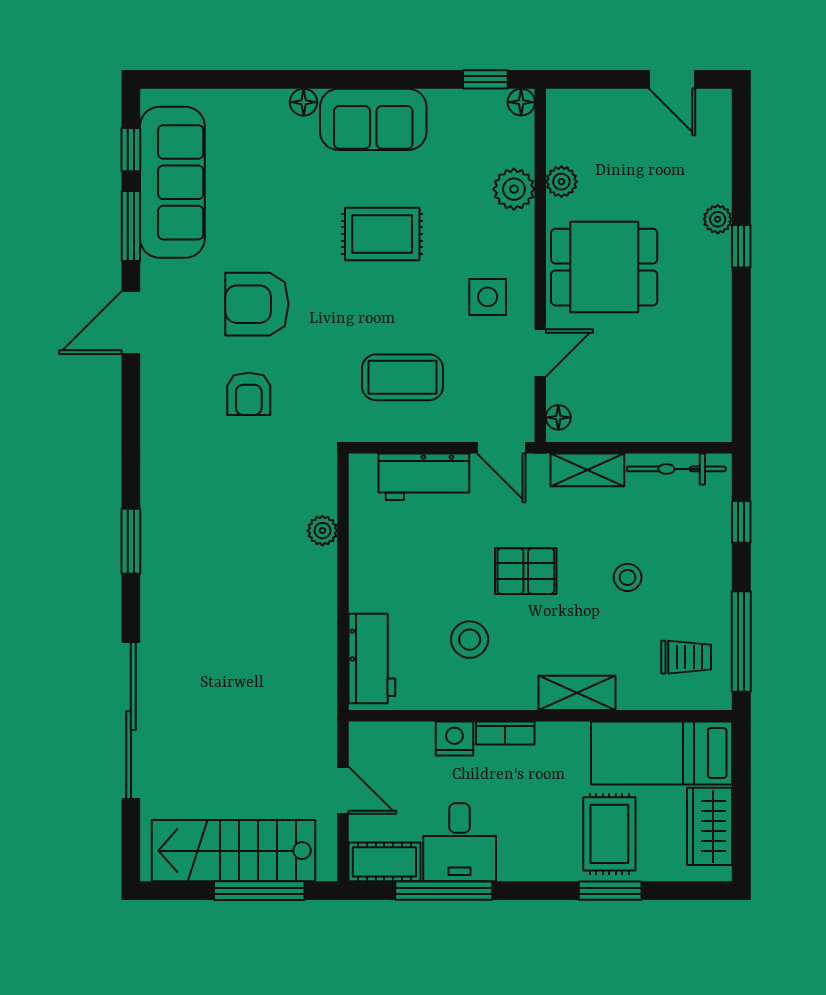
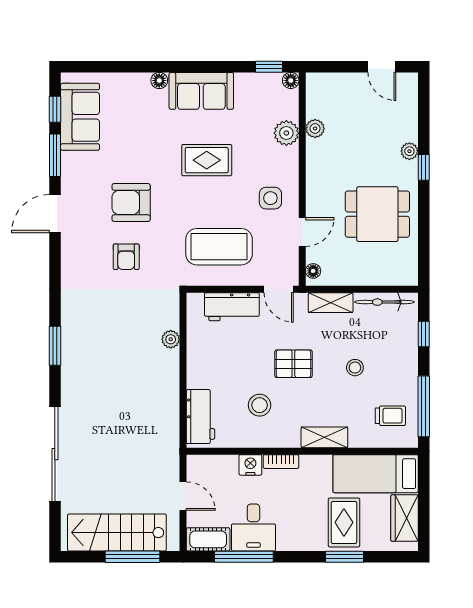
sofa: (172, 182) -> (80, 117), width x0.73
dining table: (604, 267) -> (377, 214), moved
coffee table: (403, 377) -> (219, 247), width x1.36, depth x1.32

